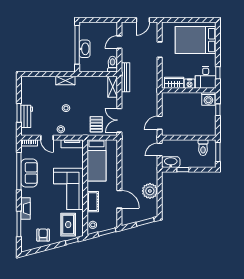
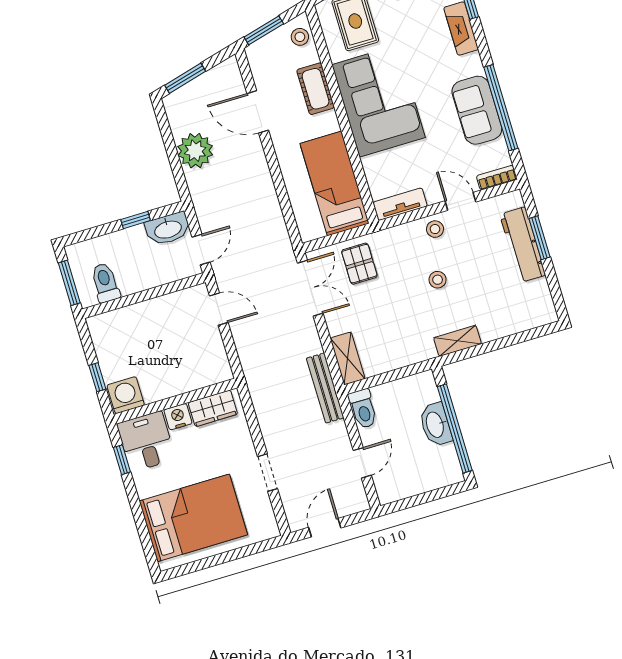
workbench: (27, 116) -> (523, 245), width x1.37
door: (160, 123) -> (219, 309), hinge flipped

